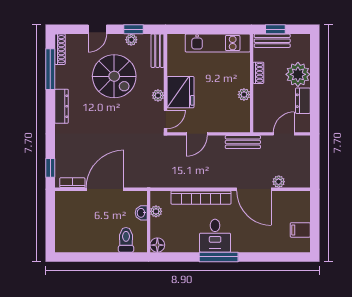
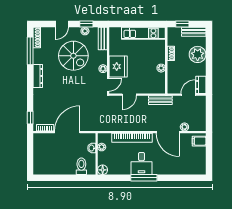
bench: (272, 41) -> (194, 32), moved
dresser: (303, 101) -> (201, 85), moved
filing cabinet: (300, 230) -> (199, 141), moved

